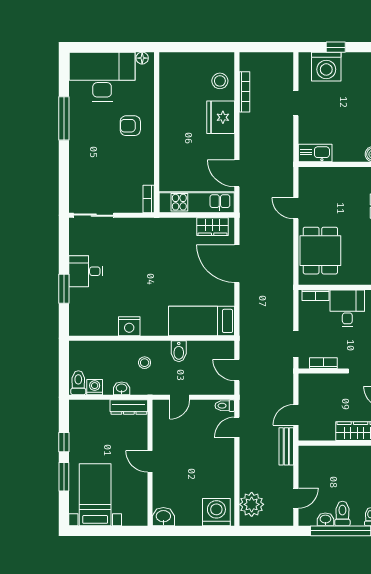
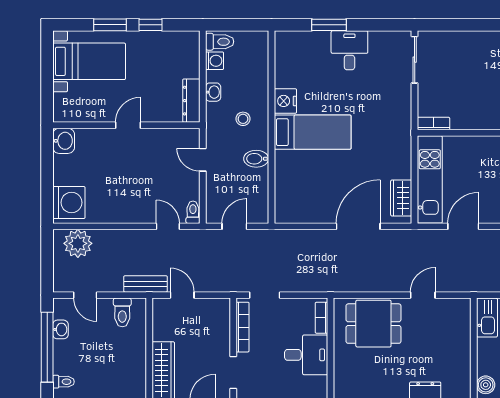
bed: (202, 321) -> (313, 132), moved, turned 90
bookcase: (323, 363) -> (243, 327), width x1.56
toilet: (342, 514) -> (122, 312), moved, turned 90

